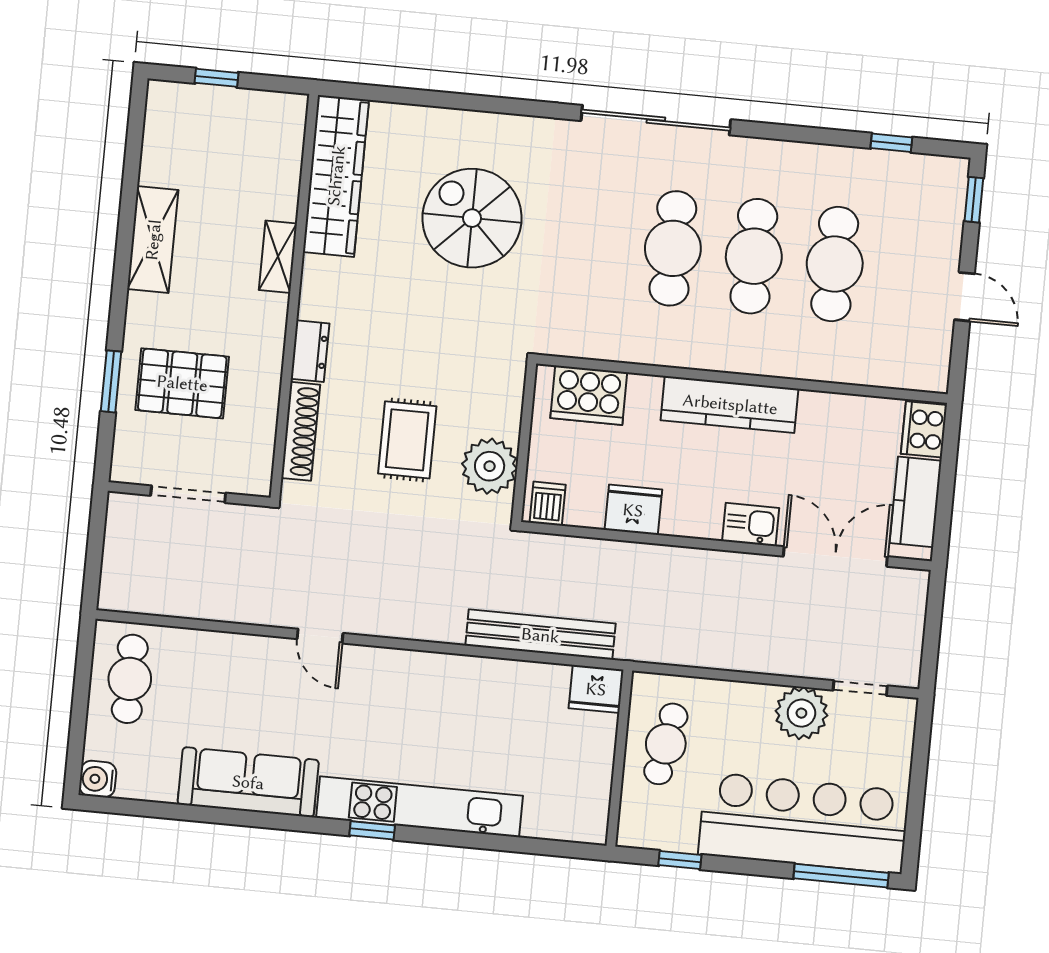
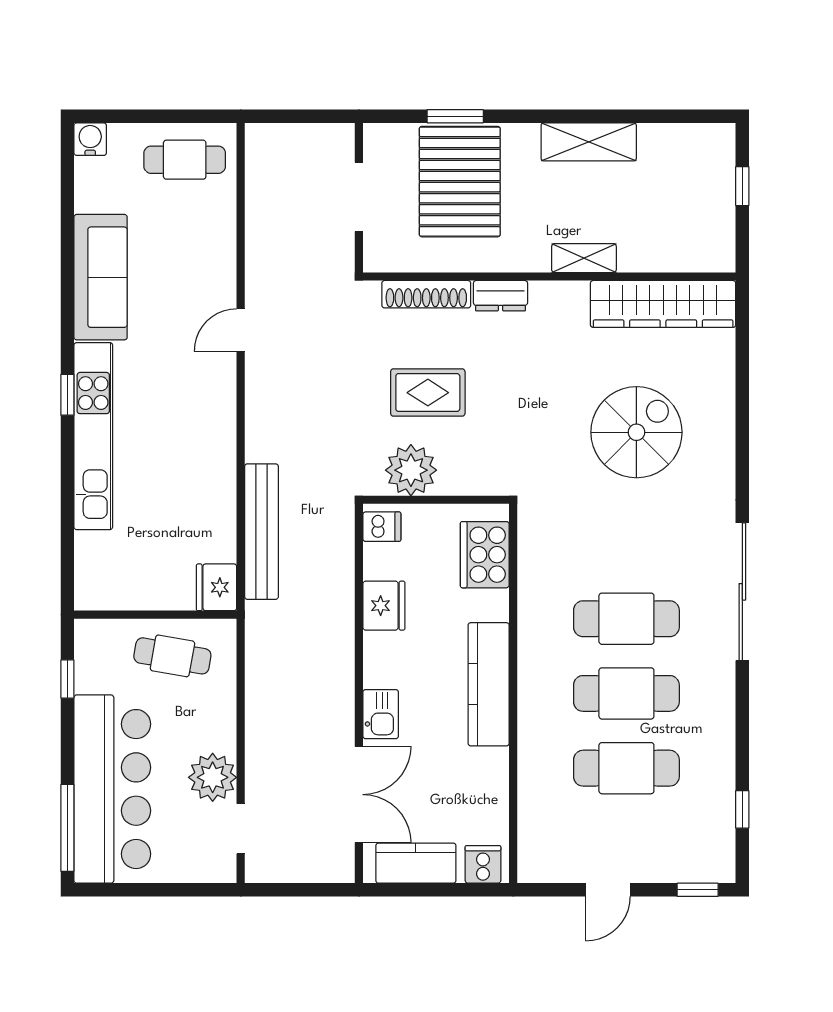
pallet: (182, 383) -> (460, 182), width x1.37, depth x1.41
cooker: (924, 429) -> (483, 864), width x0.73

